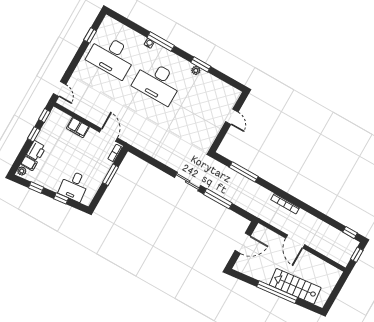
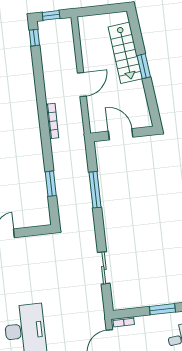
window: (244, 172) -> (51, 184), width x0.69
window: (111, 175) -> (162, 309), moved
sliding door: (188, 181) -> (104, 268), moved
window: (277, 292) -> (144, 66), width x0.47

